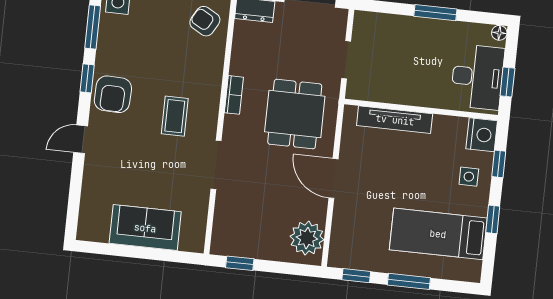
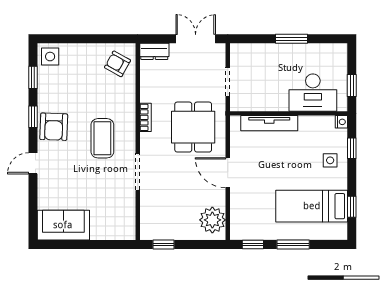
window: (93, 27) -> (33, 77), width x0.67
floor lamp: (499, 33) -> (342, 49), removed
desk: (477, 77) -> (313, 93), moved, turned 90
coffee table: (175, 116) -> (102, 138), width x1.36, depth x1.30
nightstand: (482, 135) -> (341, 122), width x0.53, depth x0.56
window: (493, 219) -> (352, 207), moved
sofa: (145, 228) -> (63, 225), moved

